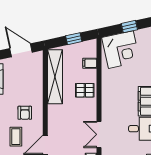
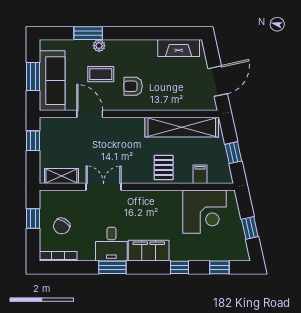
corner desk: (121, 50) -> (204, 212), moved, turned -78

